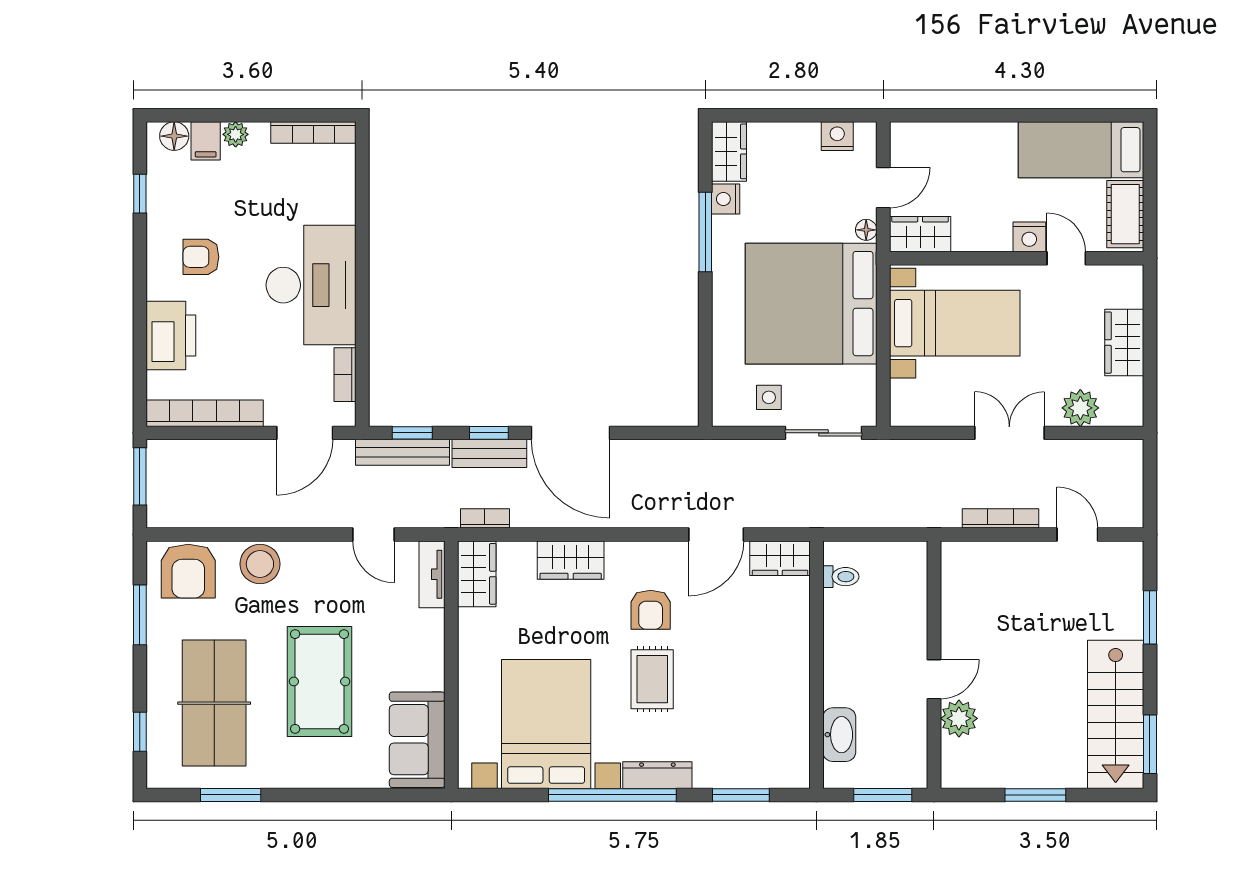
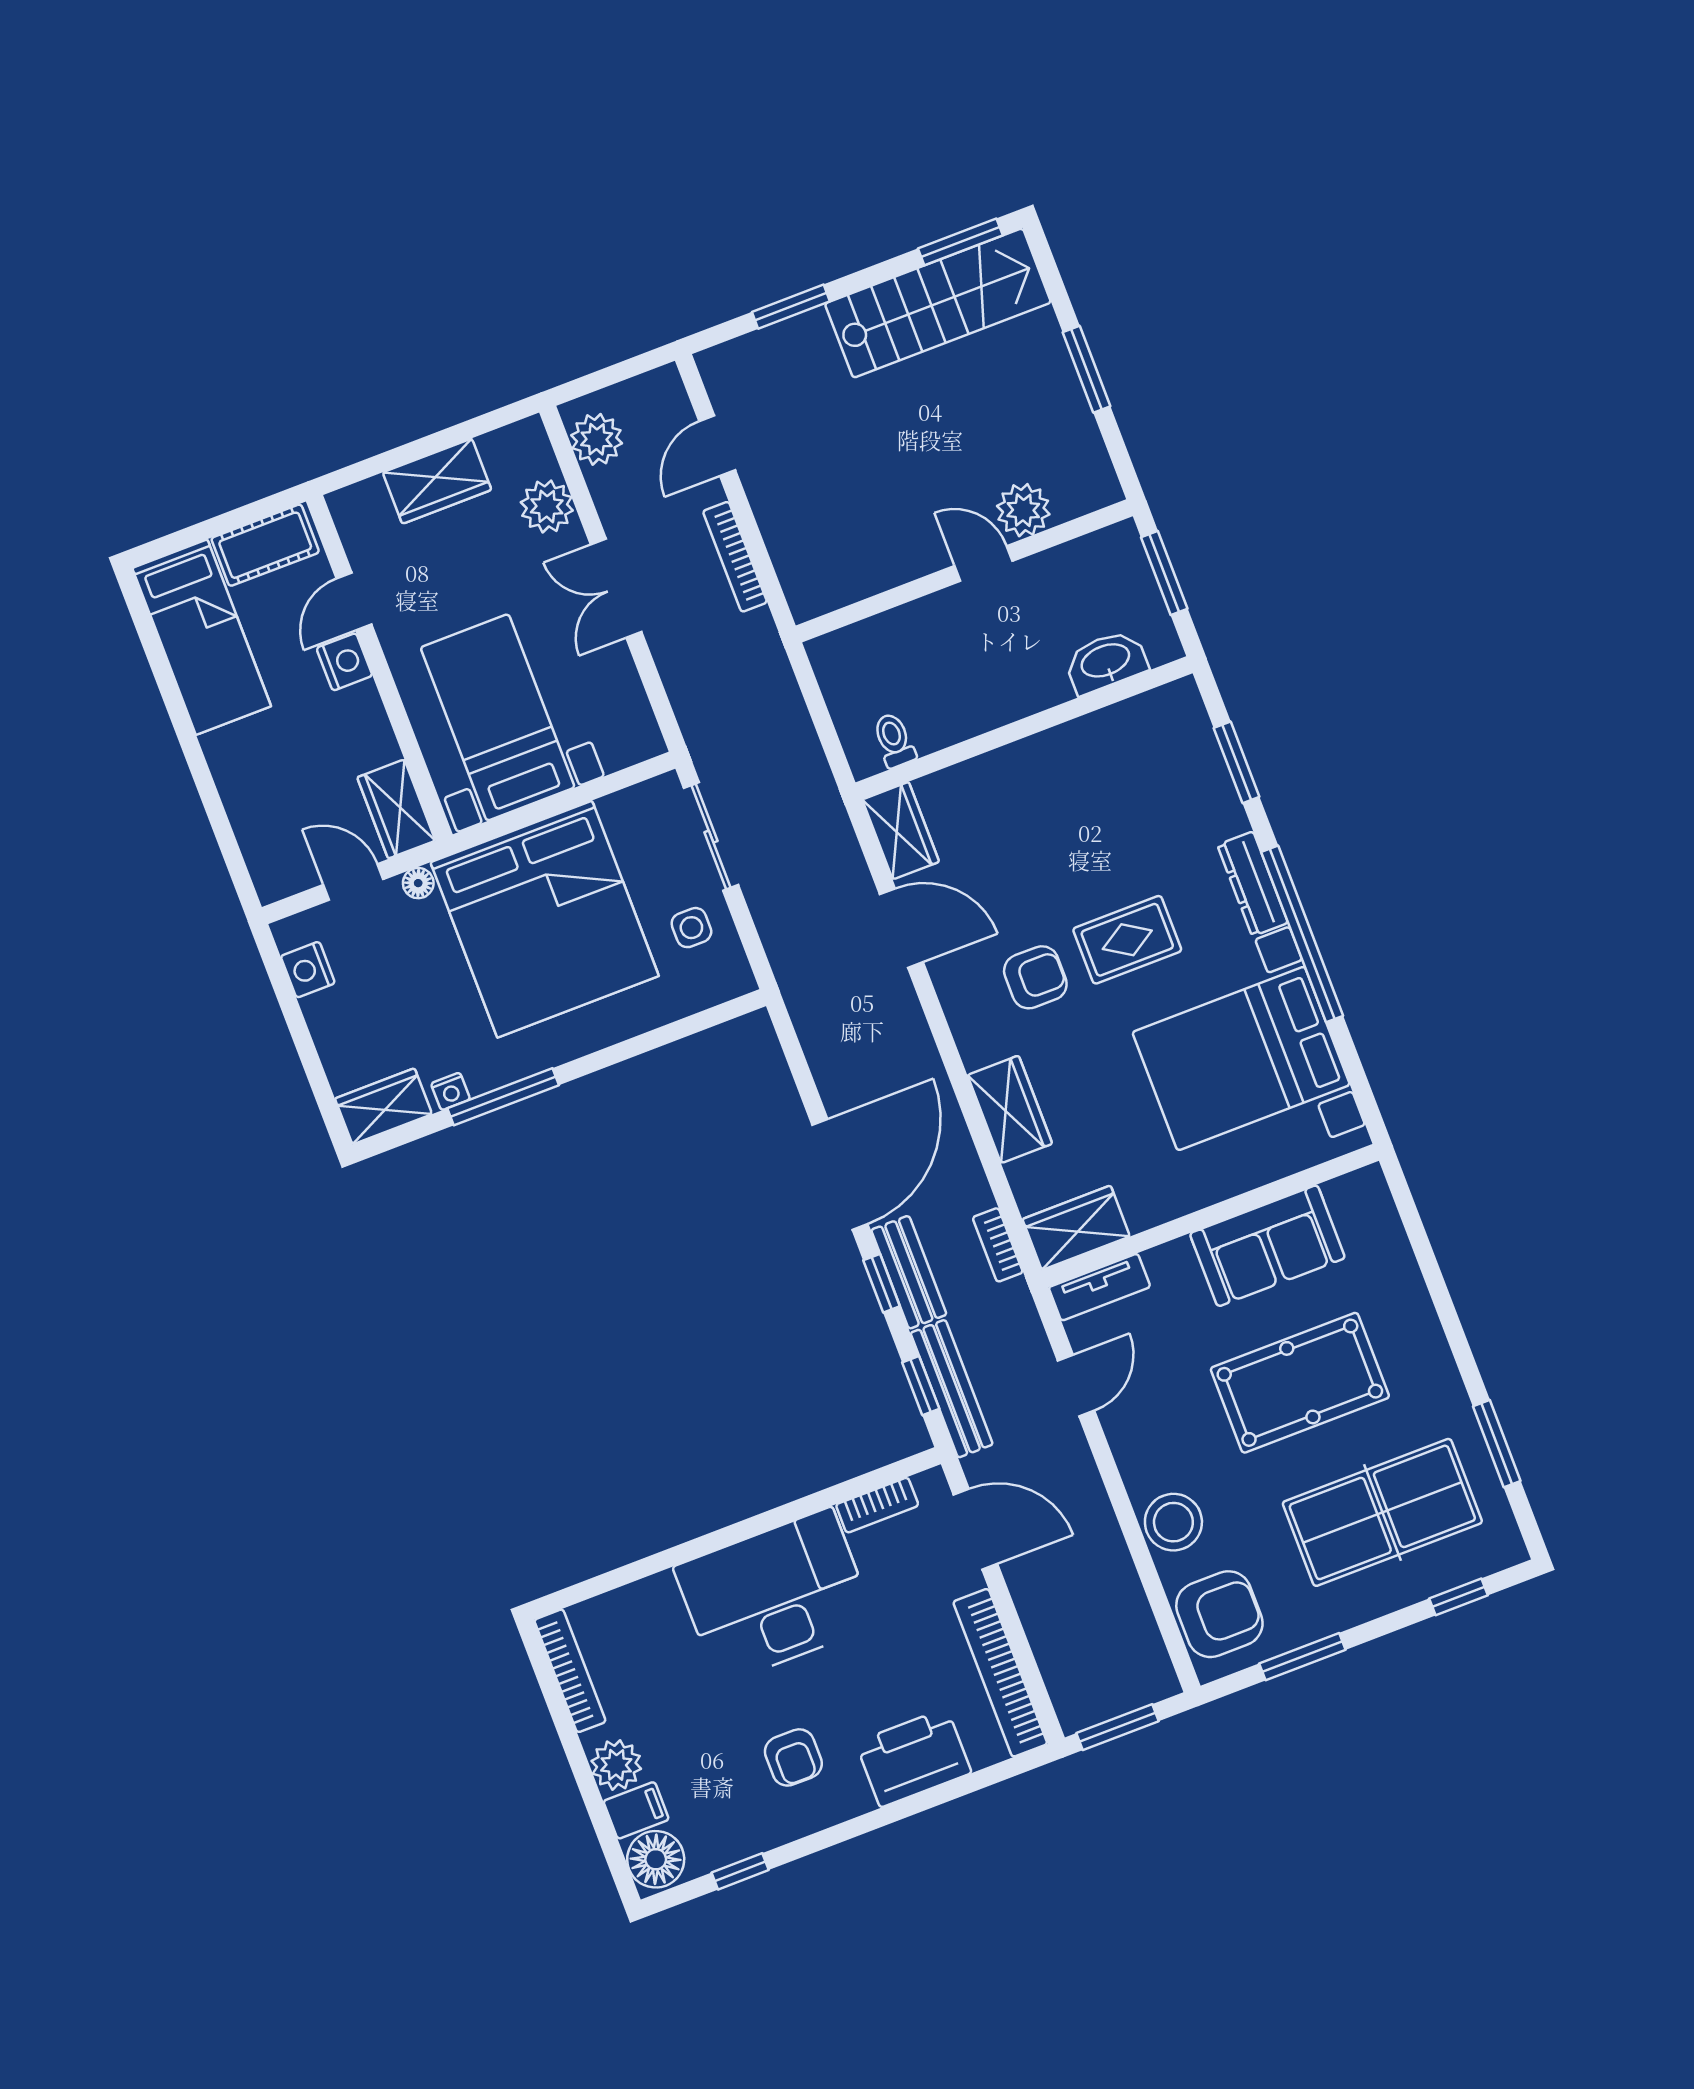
plant: (236, 134) -> (616, 1765), width x1.38, depth x1.38
floor lamp: (174, 136) -> (656, 1859), width x1.38, depth x1.38
nightstand: (726, 199) -> (451, 1091), width x0.72, depth x0.74
plant: (1112, 457) -> (597, 439), added
sofa: (417, 740) -> (1267, 1246), moved

